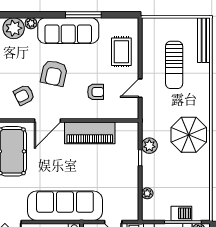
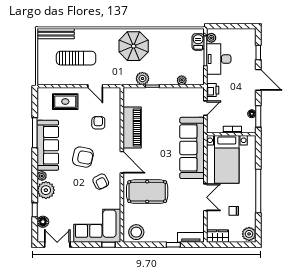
barbecue: (181, 213) -> (198, 42), moved

